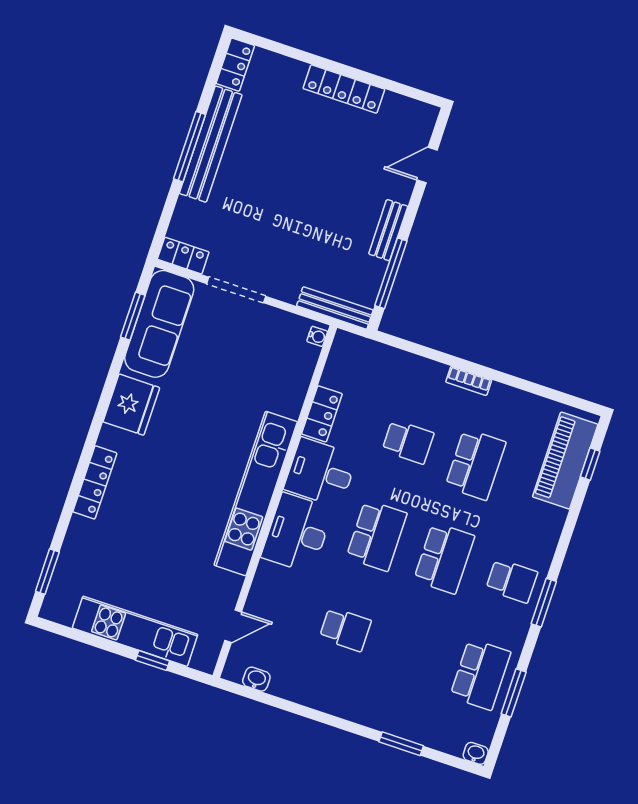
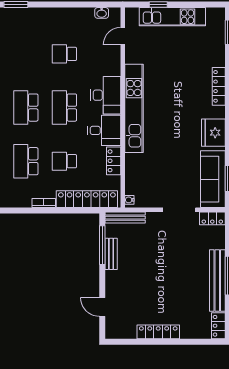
door: (427, 165) -> (102, 307), swing flipped
bench: (388, 230) -> (111, 254), moved
locker: (391, 363) -> (87, 199), added

